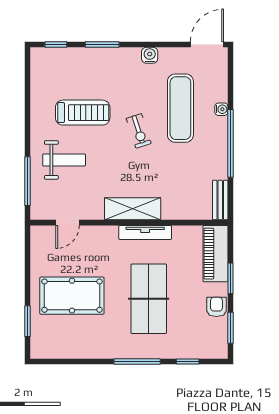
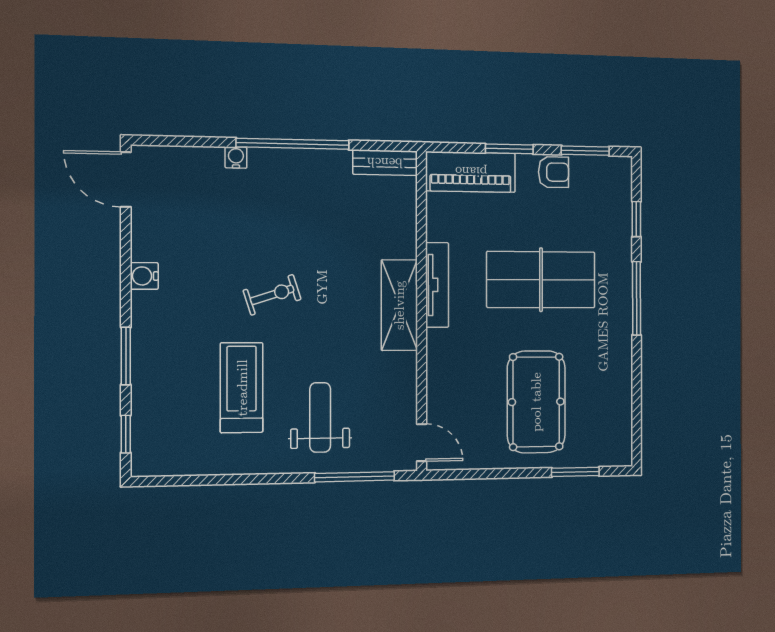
exercise mat: (180, 108) -> (234, 225), removed
door: (68, 223) -> (422, 443), moved
armchair: (216, 307) -> (553, 172), turned 180

